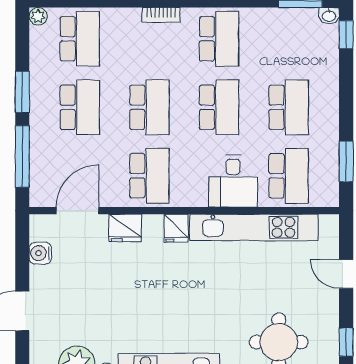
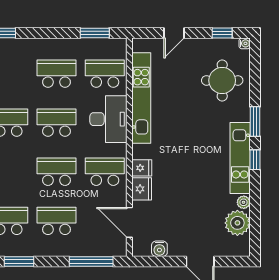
window: (22, 92) -> (19, 261), moved
desk: (233, 181) -> (108, 119), width x1.37
fridge: (176, 228) -> (142, 168), moved

